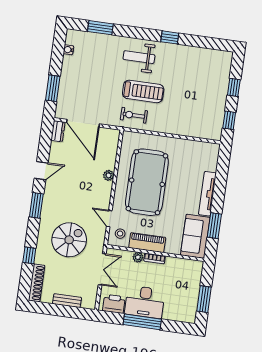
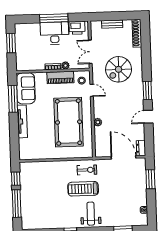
weight bench: (139, 57) -> (91, 214), turned -90
window: (234, 87) -> (17, 204), width x2.17
window: (214, 226) -> (13, 99), width x1.44
window: (29, 255) -> (146, 53), removed

